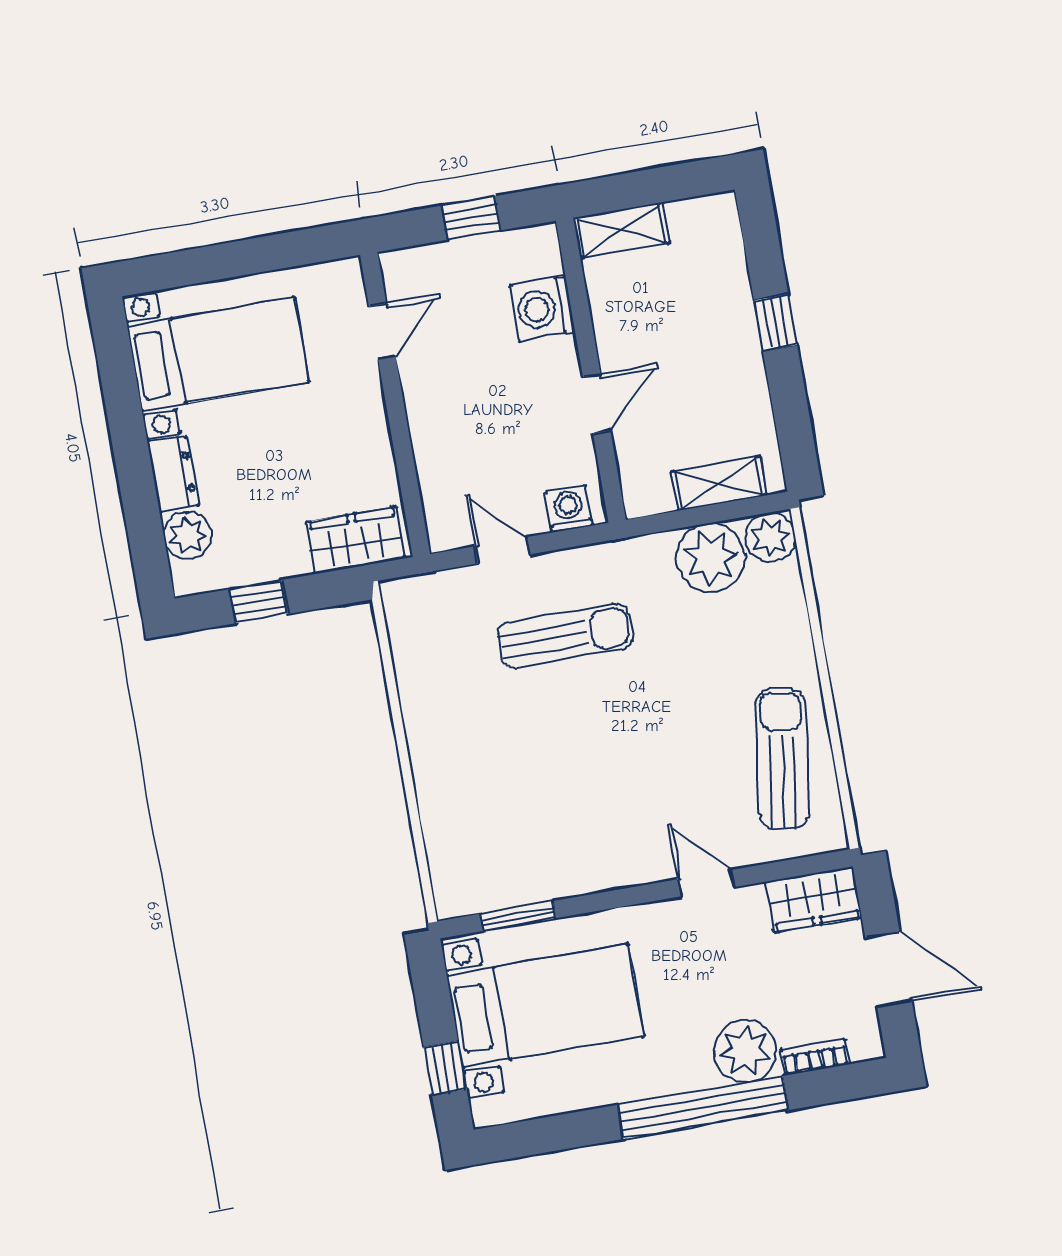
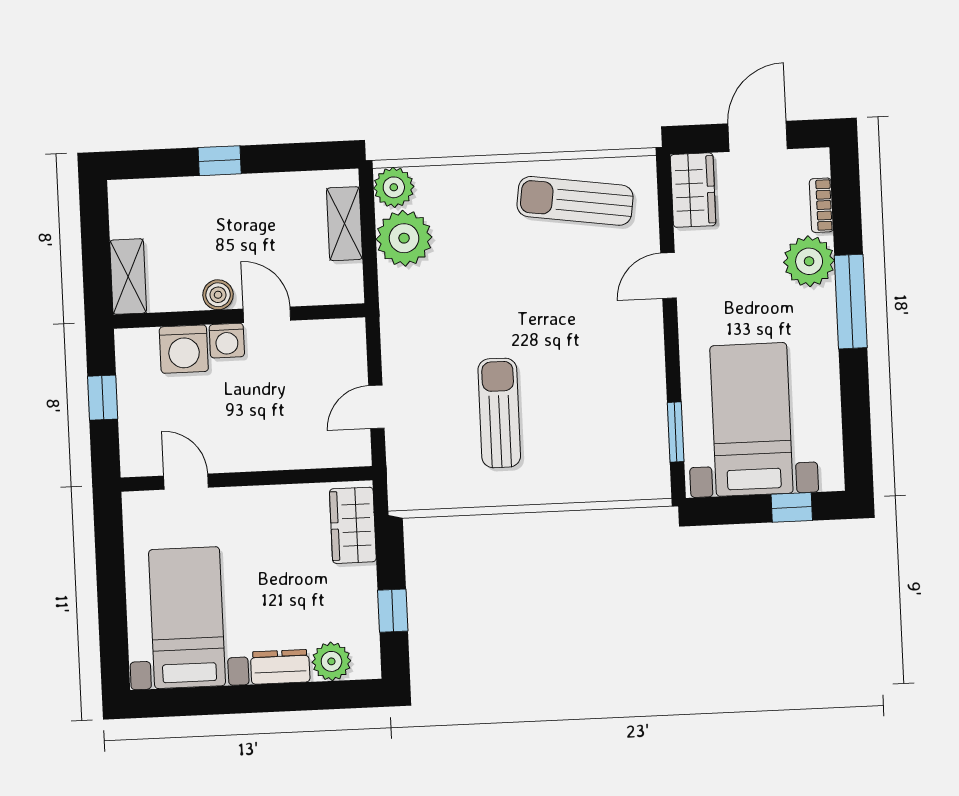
boiler: (613, 341) -> (218, 295), added
washing machine: (569, 509) -> (227, 341), moved, turned -90
sun lounger: (566, 636) -> (499, 413), moved
window: (703, 1107) -> (851, 302), width x0.68

